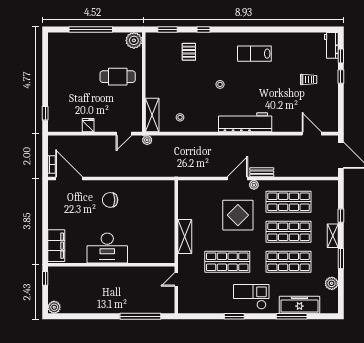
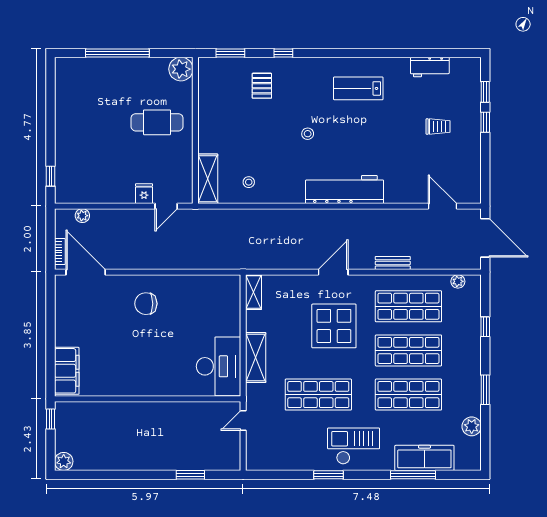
workbench: (331, 45) -> (430, 67), moved, turned -90
fridge: (88, 125) -> (144, 194), moved
plant: (147, 140) -> (82, 216), moved
bench: (262, 172) -> (393, 263), moved
plant: (254, 185) -> (458, 281), moved
shelving: (333, 236) -> (253, 292), moved
desk: (107, 248) -> (219, 366), moved, turned -90
window: (140, 316) -> (190, 475), width x0.47

